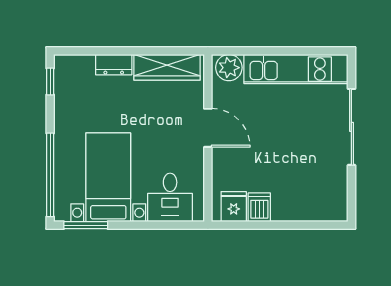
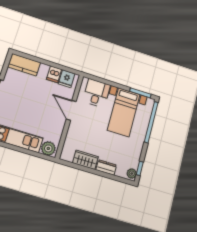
wardrobe: (167, 67) -> (85, 160), width x0.67
plant: (63, 68) -> (132, 174), added
door: (208, 128) -> (71, 110), moved
kitchen counter: (320, 207) -> (24, 65), added

